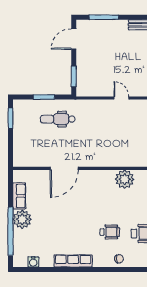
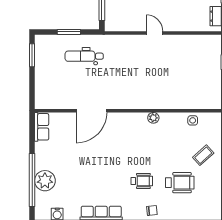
plant: (125, 179) -> (153, 118), width x0.53, depth x0.53
row of seats: (19, 196) -> (42, 127), moved
plant: (22, 219) -> (45, 181), moved

